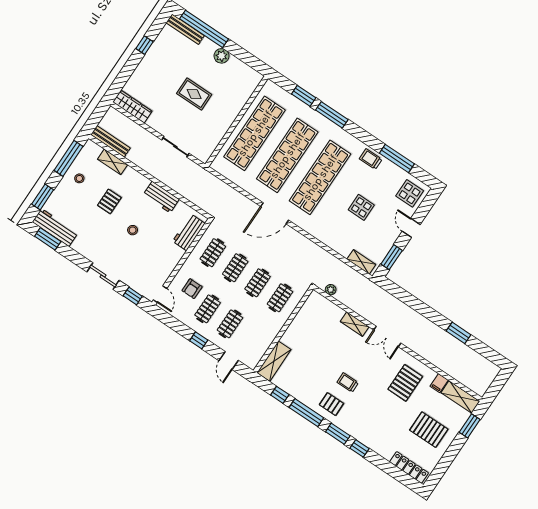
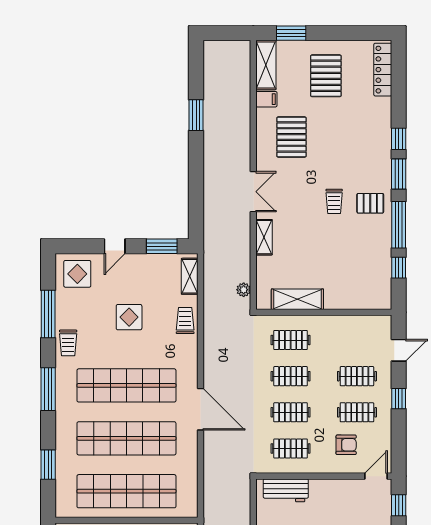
window: (332, 115) -> (48, 389), moved
trolley: (336, 241) -> (185, 321), added
shelving: (274, 361) -> (297, 299), moved
pallet: (405, 383) -> (291, 137), turned 90
pallet: (331, 404) -> (370, 203), turned 90

